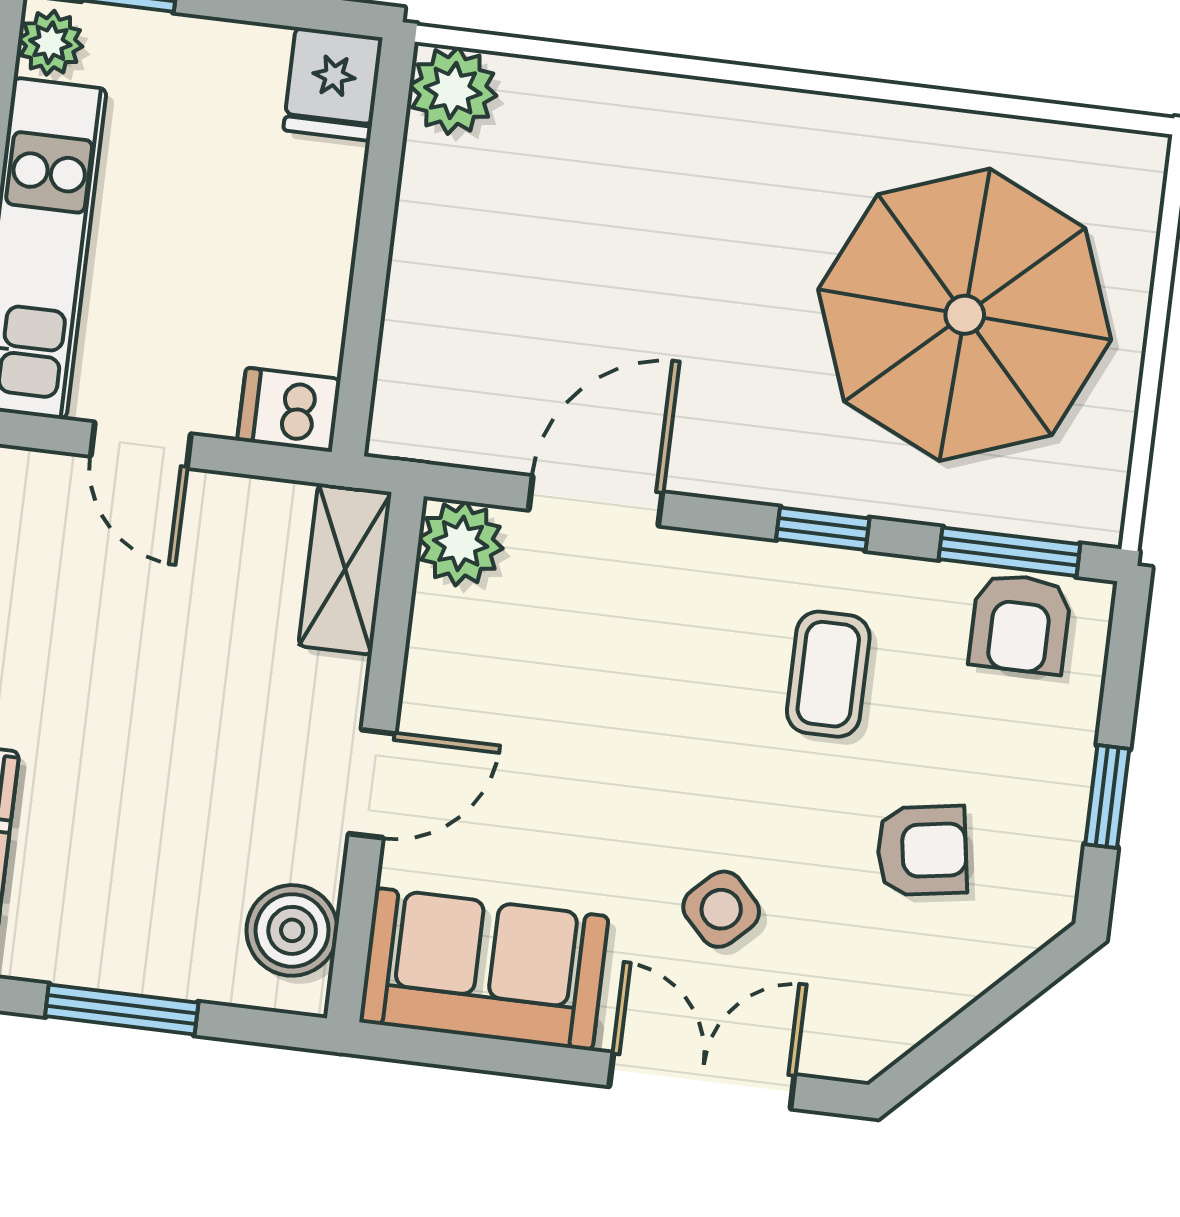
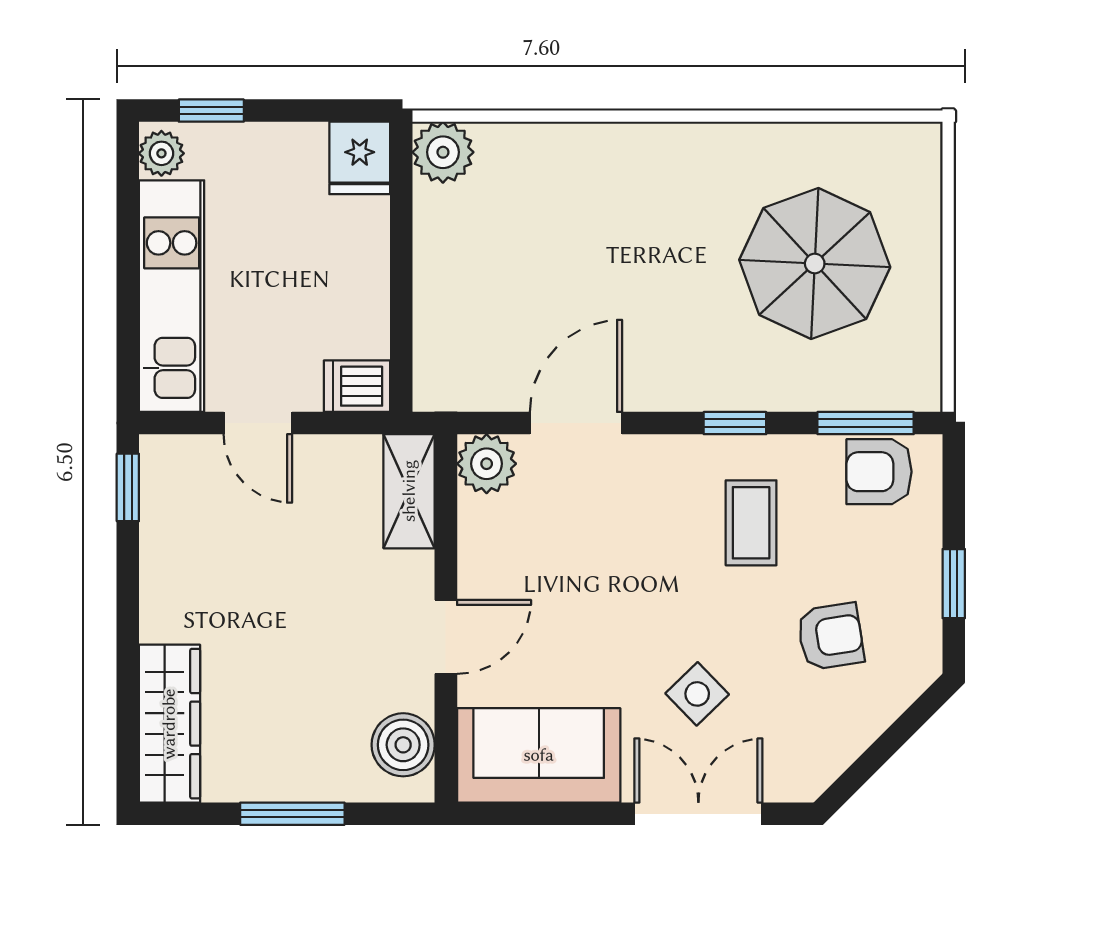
parasol: (965, 315) -> (815, 264), width x0.73, depth x0.73
armchair: (1020, 624) -> (879, 472), turned 90

